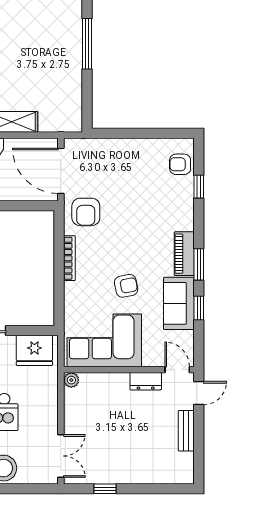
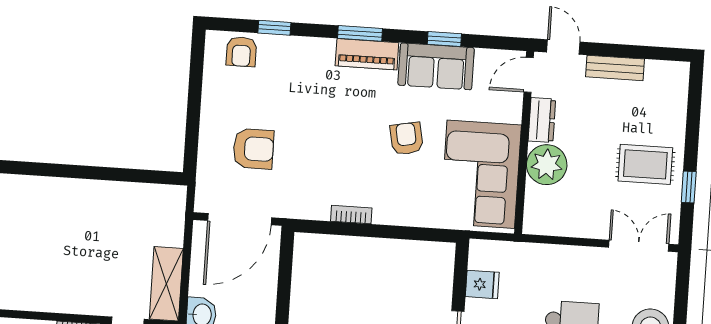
window: (87, 44) -> (64, 171), removed
armchair: (86, 212) -> (253, 149), moved
bookcase: (69, 258) -> (351, 215), width x0.64
window: (199, 264) -> (360, 33), moved
fridge: (34, 350) -> (482, 284), width x0.53, depth x0.75
plant: (71, 380) -> (547, 165), moved, width x1.87, depth x1.87
rug: (119, 457) -> (645, 164), added

